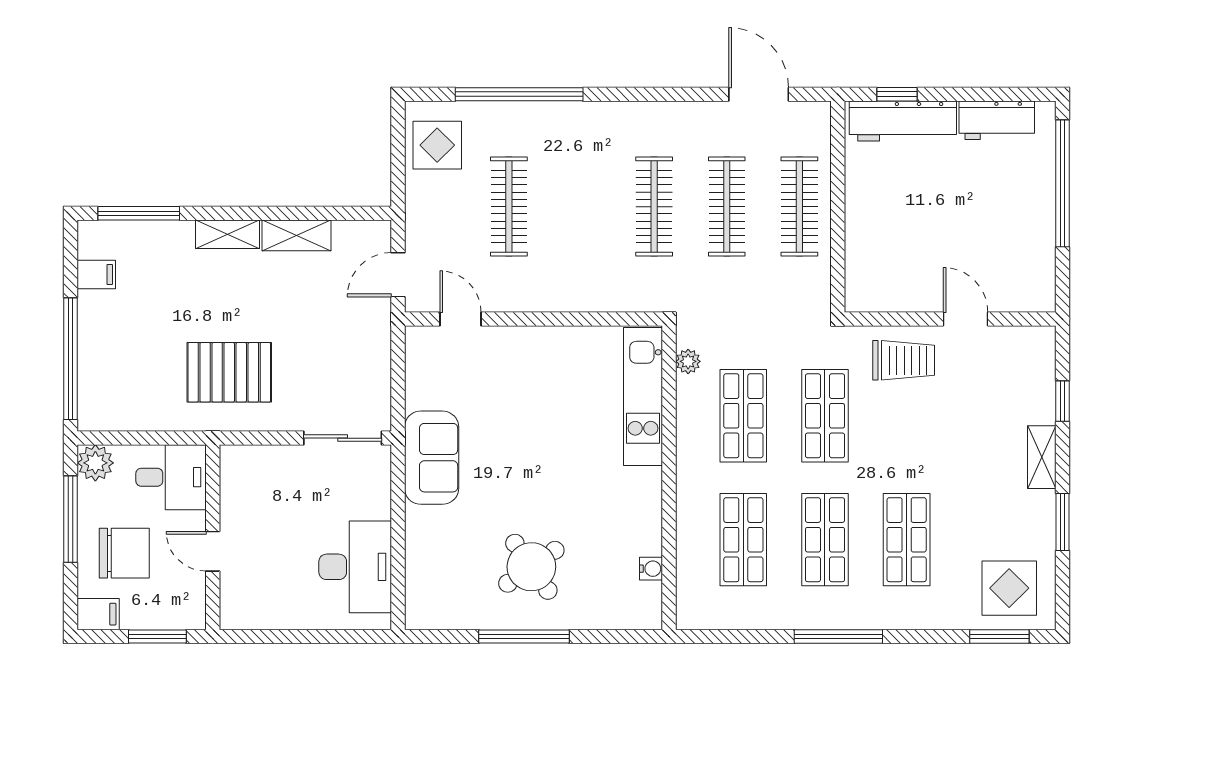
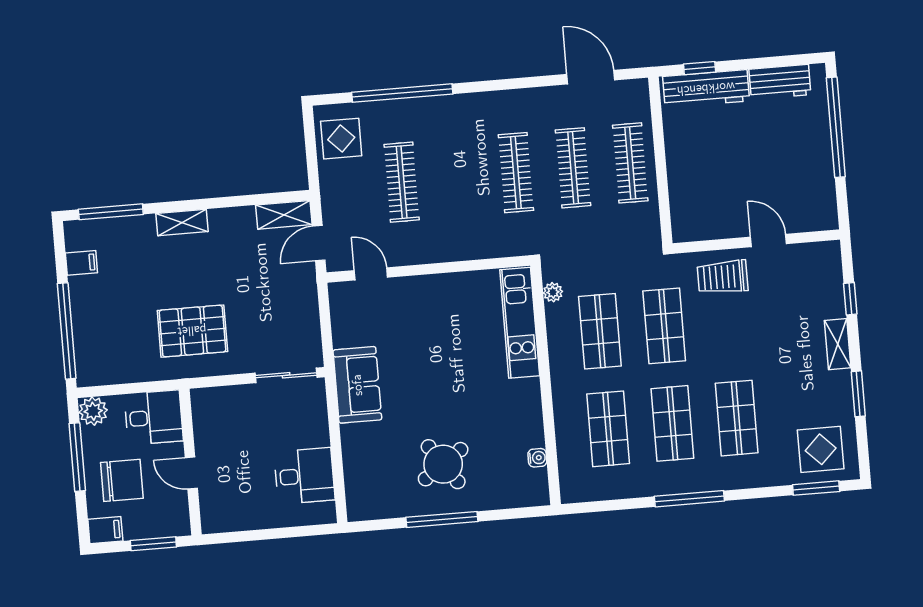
shelving: (297, 235) -> (284, 215), moved
trolley: (904, 360) -> (722, 277), turned 180
desk: (355, 567) -> (304, 476), width x0.73

